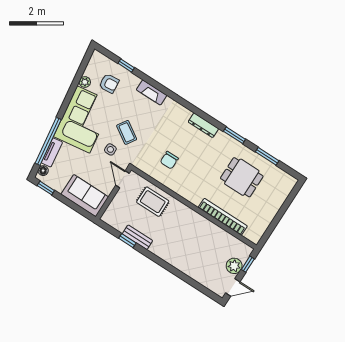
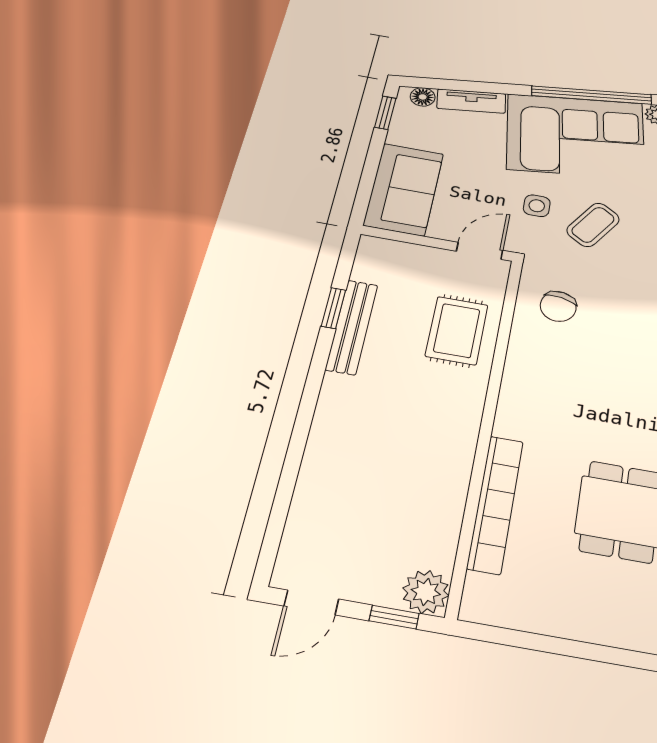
window: (48, 141) -> (592, 95), moved
chair: (169, 160) -> (558, 306), moved, turned -80
bench: (137, 237) -> (352, 327), width x1.36
plant: (234, 266) -> (426, 592), moved
door: (233, 287) -> (311, 603), hinge flipped

